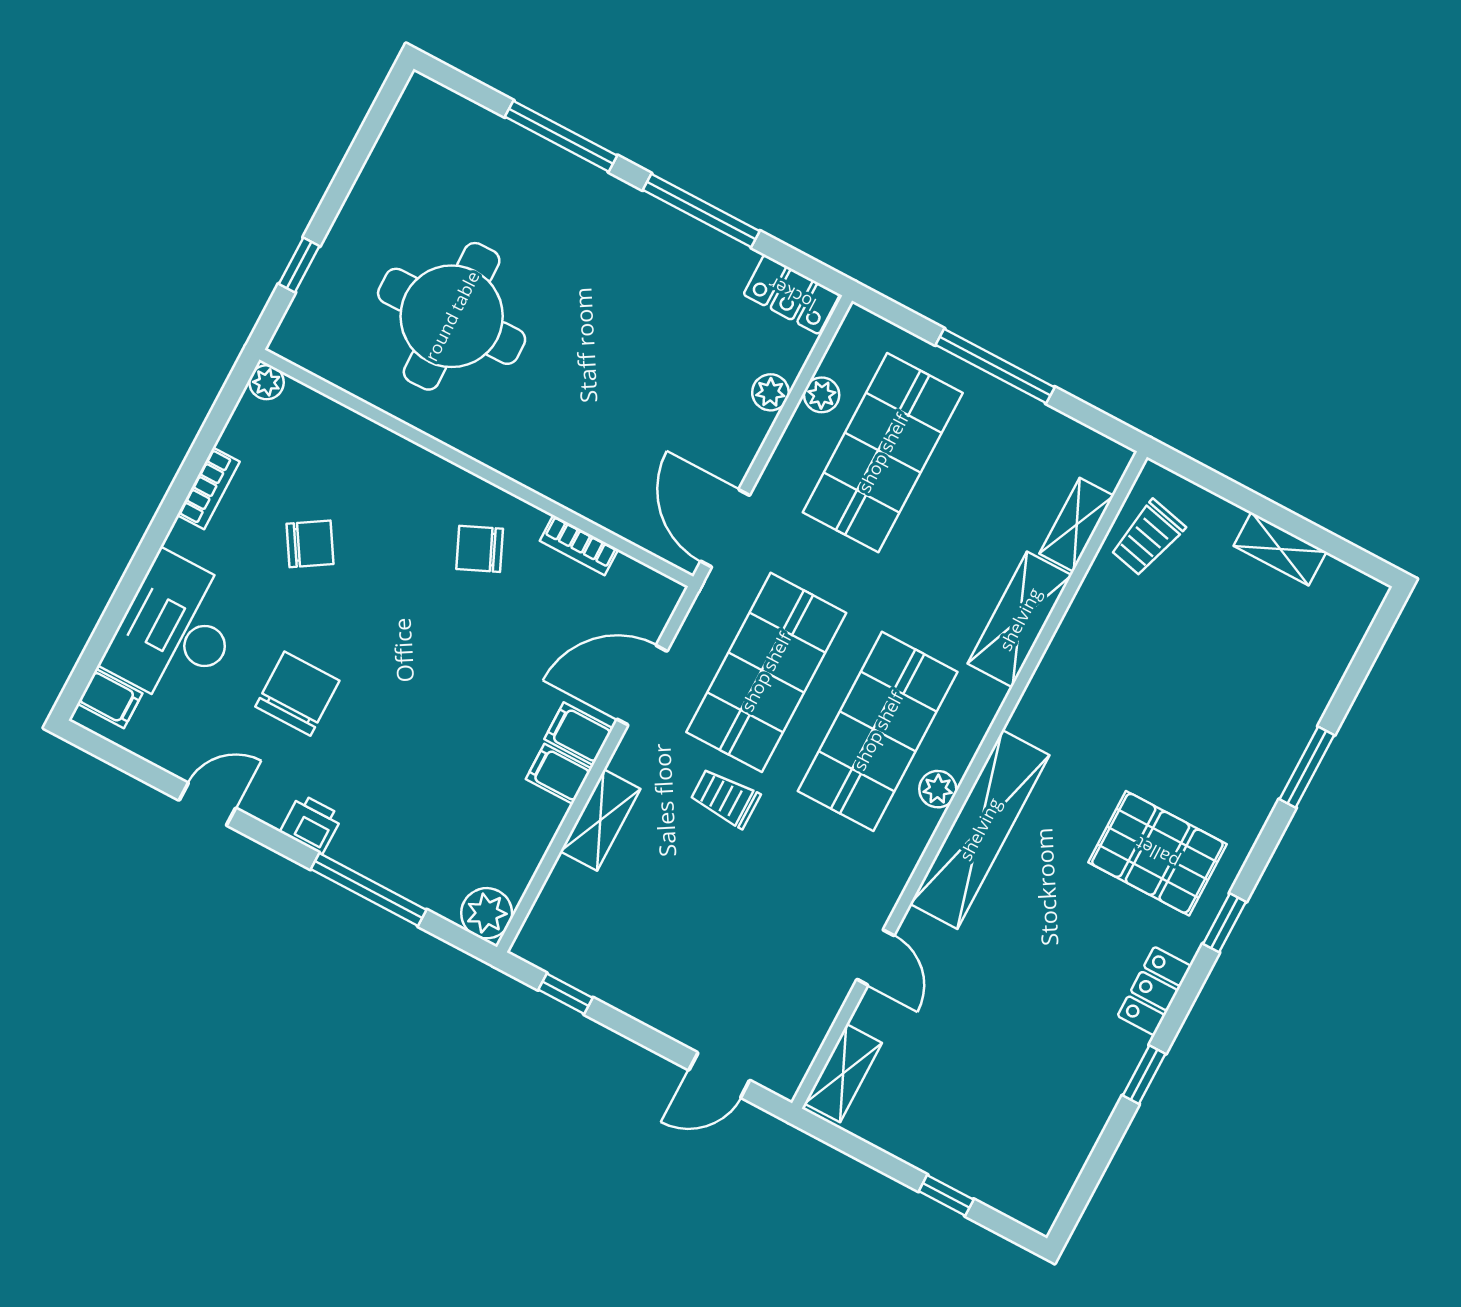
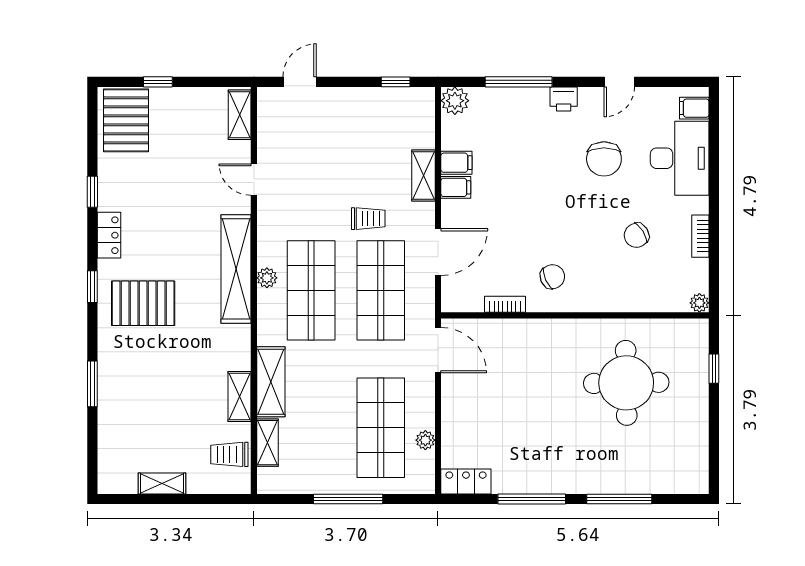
plant: (770, 392) -> (451, 428), removed
trolley: (1148, 538) -> (229, 454), turned -103
shelving: (1082, 622) -> (240, 396), added
filing cabinet: (579, 734) -> (456, 163), moved
pallet: (1030, 1161) -> (126, 120), added

